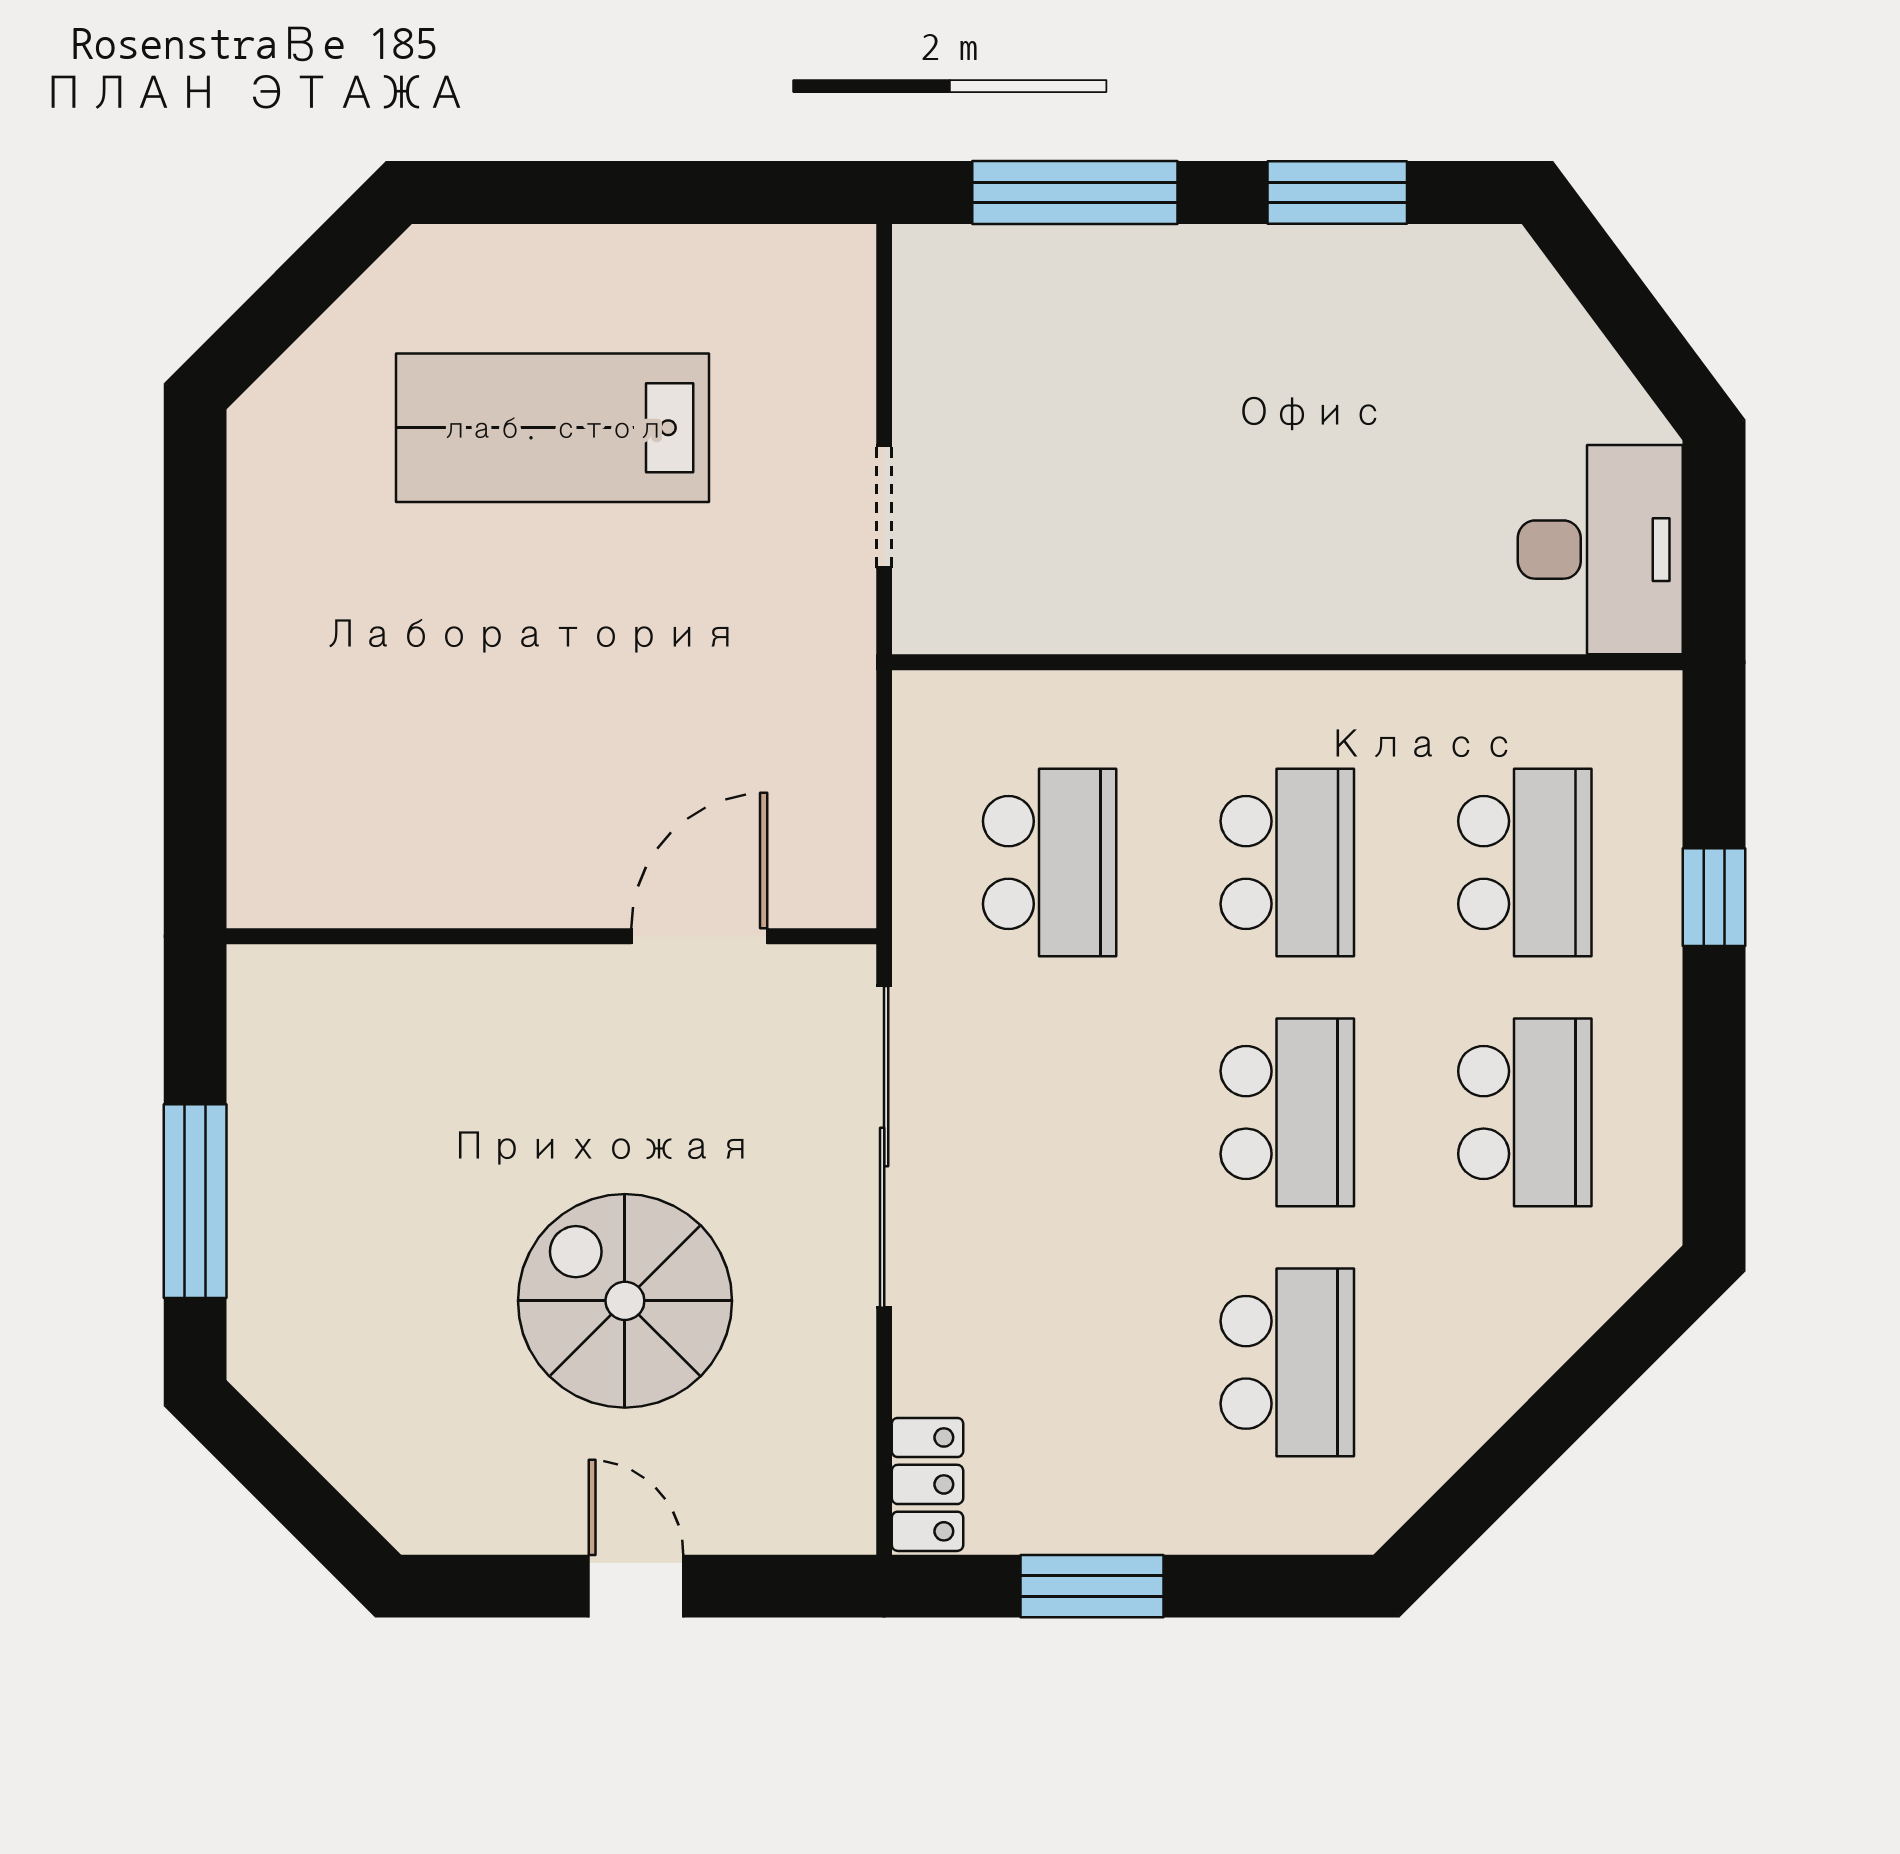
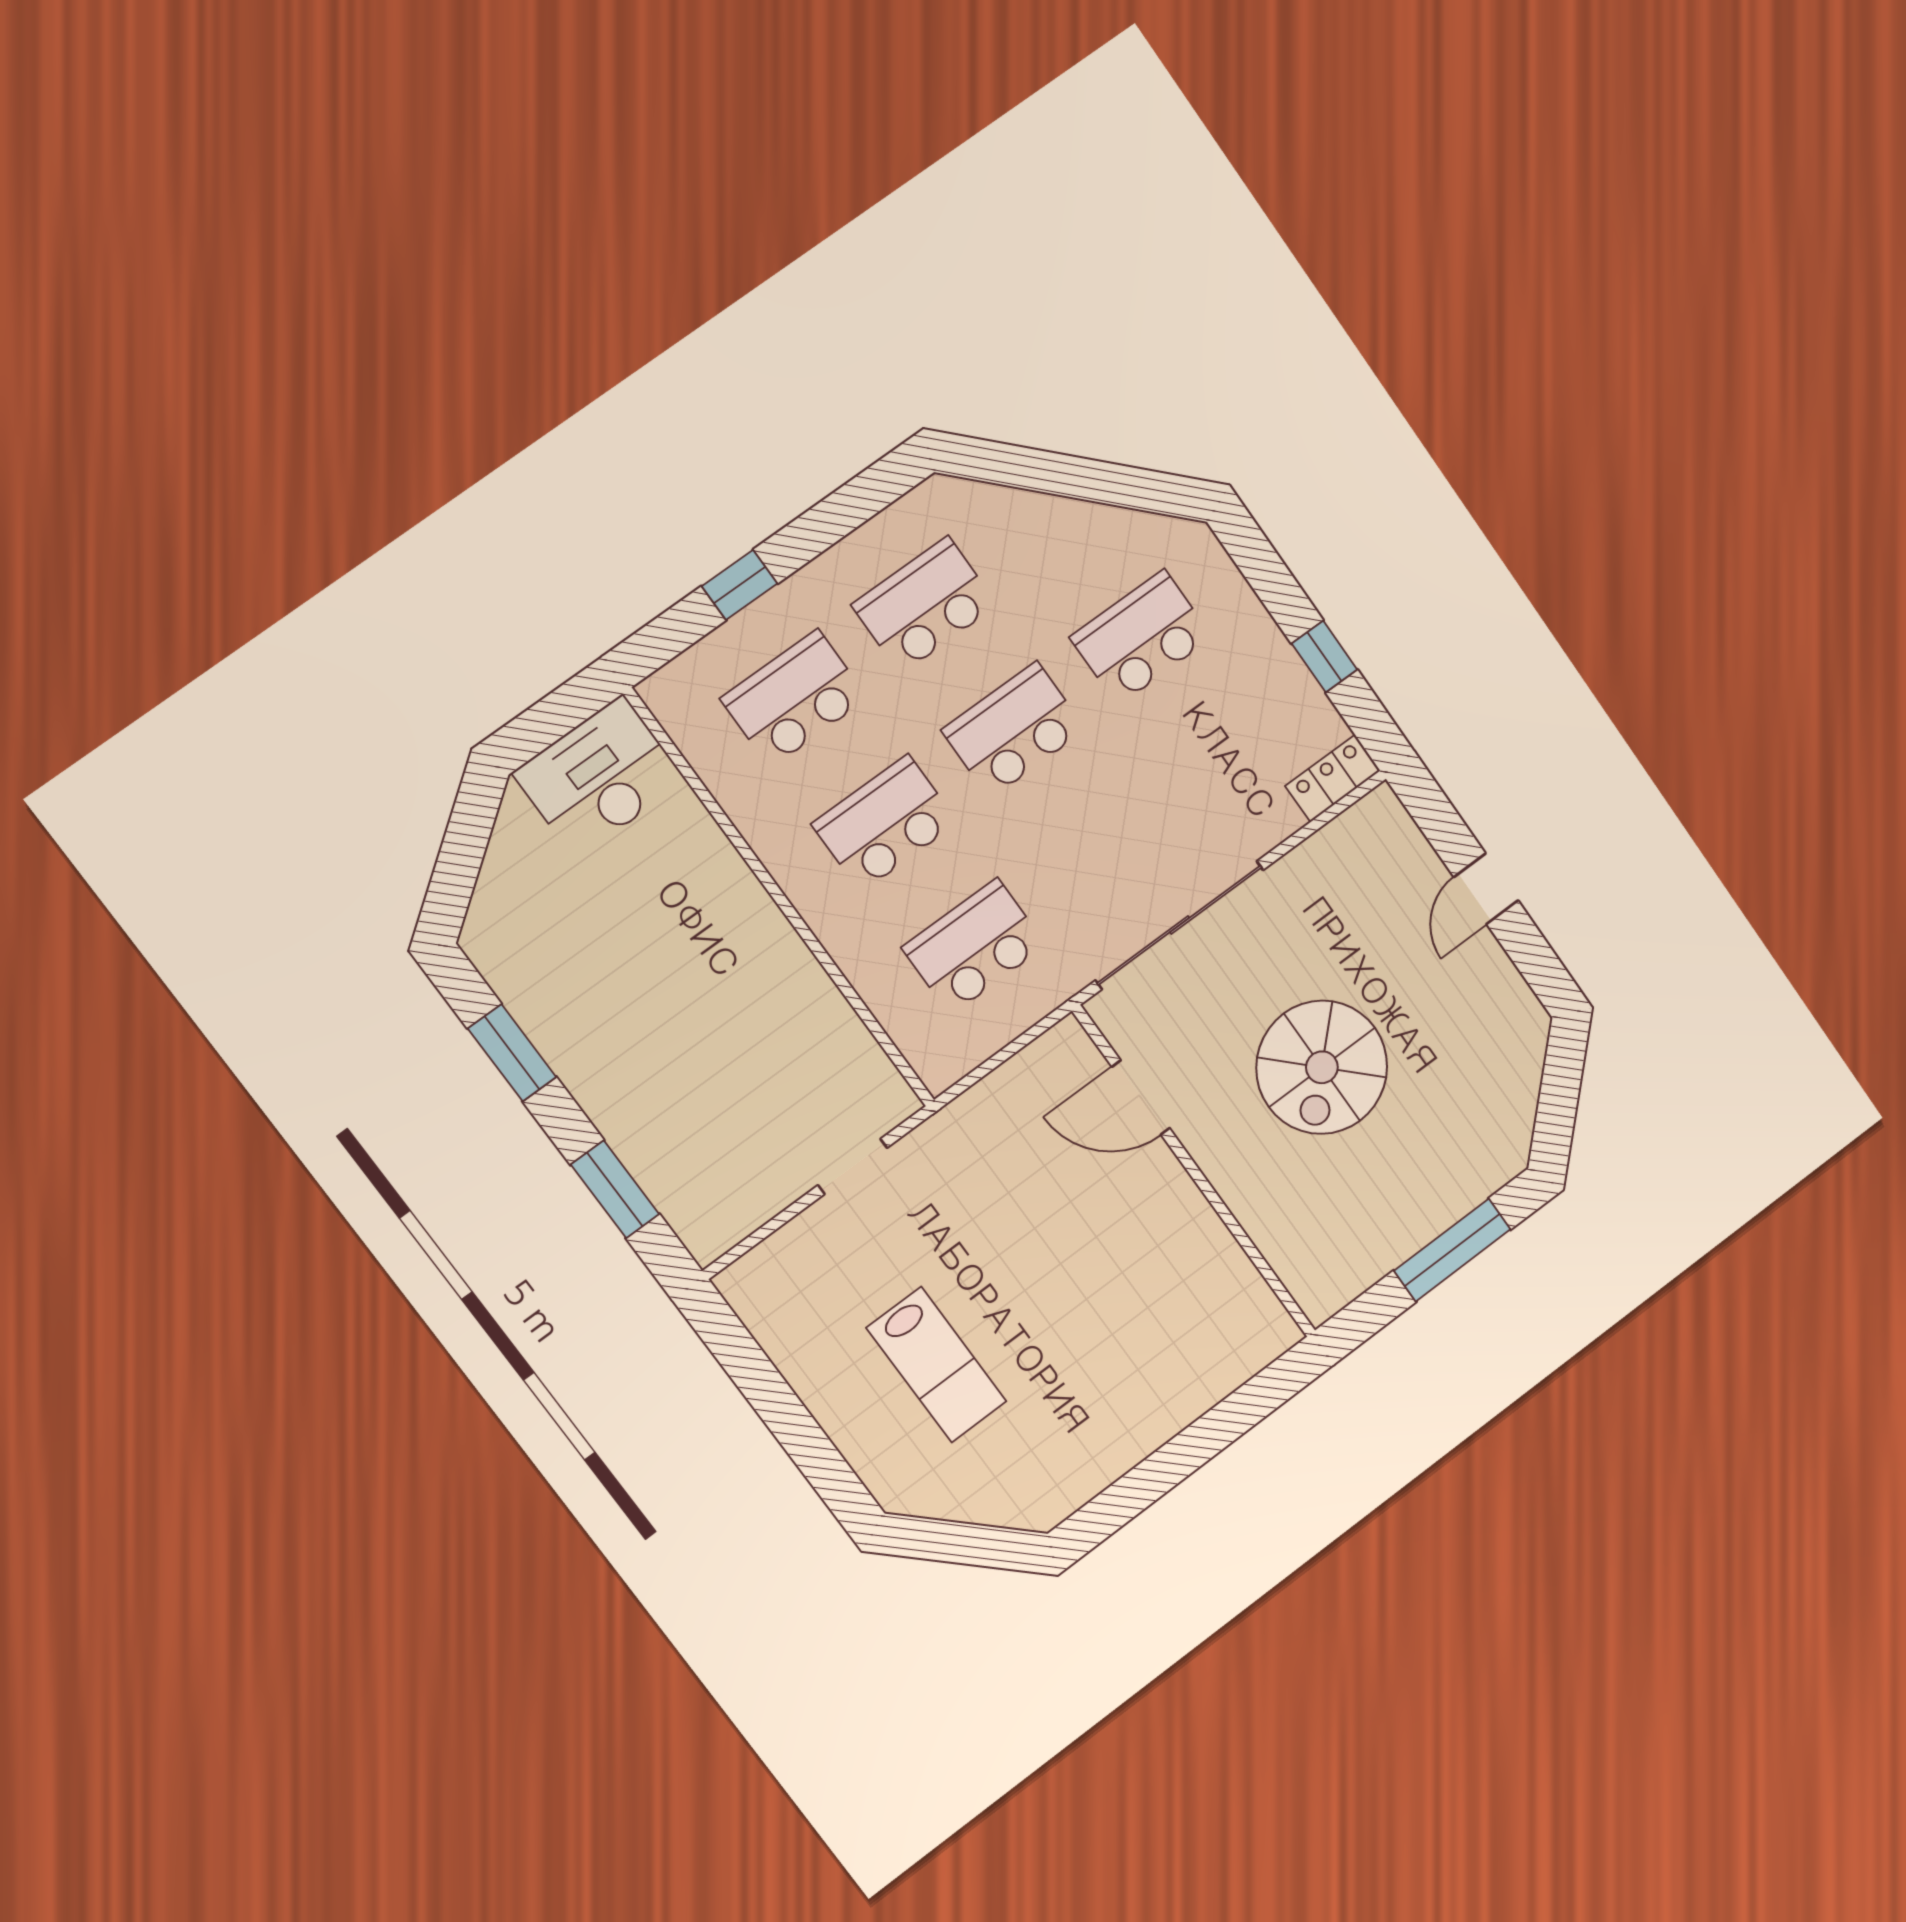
window: (1075, 193) -> (615, 1189), width x0.69
lab bench: (552, 428) -> (936, 1365), width x0.73, depth x0.72
spiral stairs: (625, 1301) -> (1322, 1067), moved
window: (1092, 1586) -> (1324, 657), width x0.67

